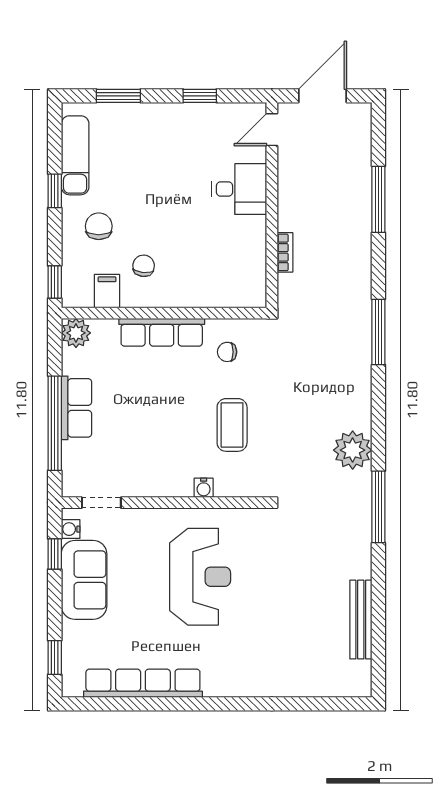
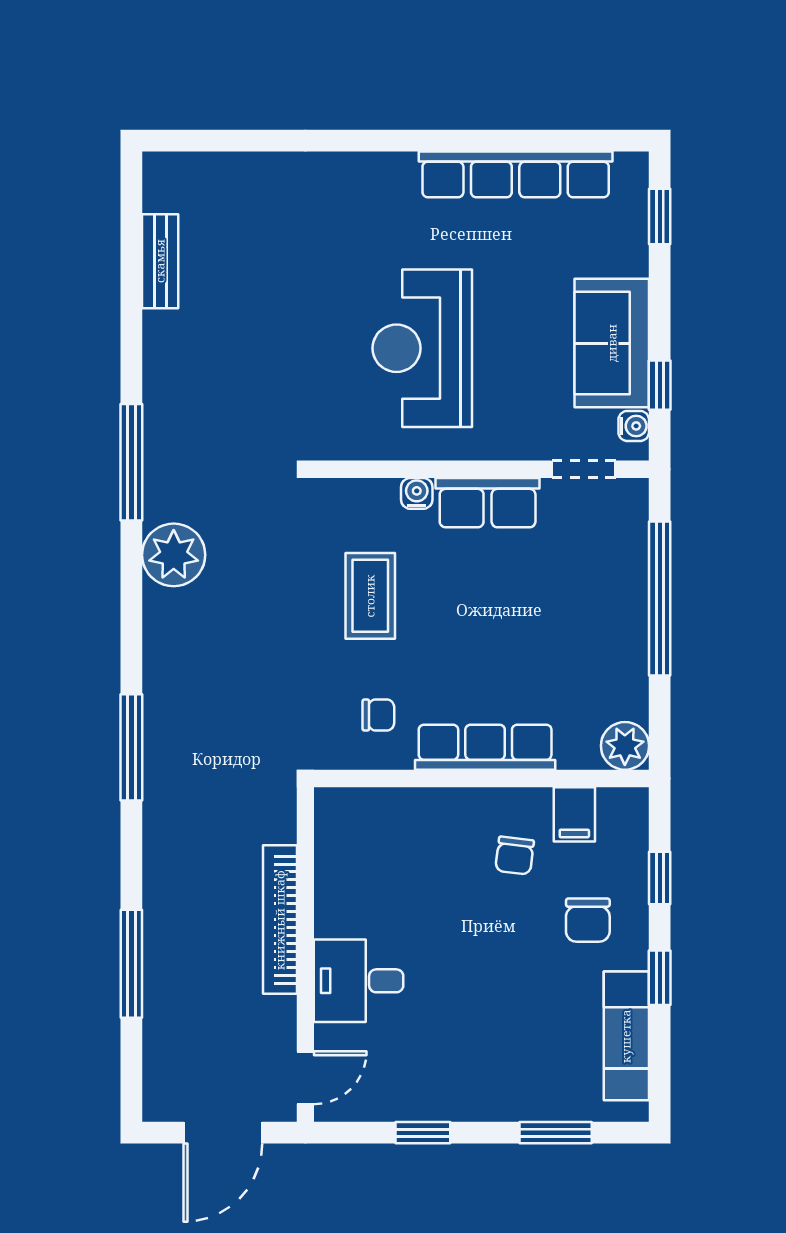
bookcase: (285, 252) -> (280, 920), width x2.31, depth x1.31
window: (55, 282) -> (660, 878), moved
row of seats: (76, 408) -> (488, 503), moved, turned -90
bench: (361, 620) -> (160, 261), width x0.73

